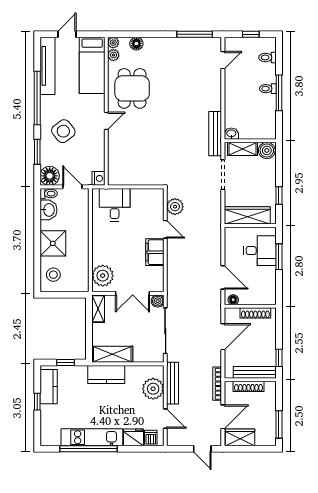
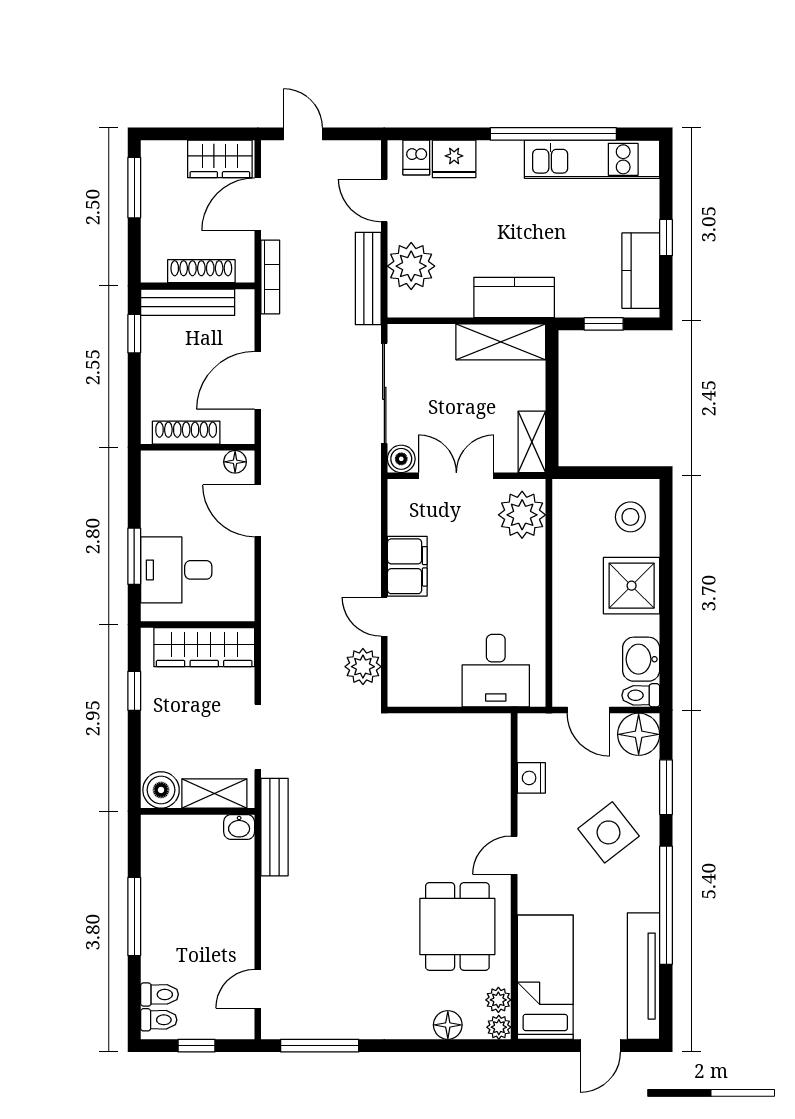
toilet: (268, 89) -> (159, 1020), moved
nightstand: (98, 178) -> (531, 778), moved
kitchen unit: (92, 437) -> (592, 159), moved

